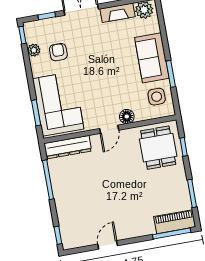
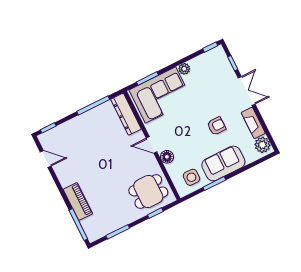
plant: (34, 50) -> (184, 69), moved
armchair: (58, 52) -> (216, 126), moved
piano: (175, 222) -> (78, 201), moved
door: (108, 245) -> (46, 159), moved

